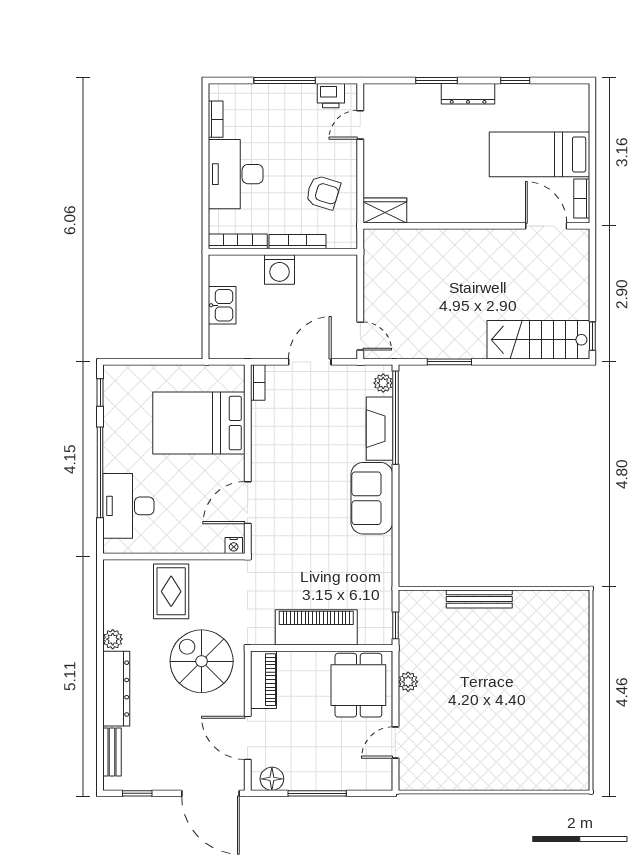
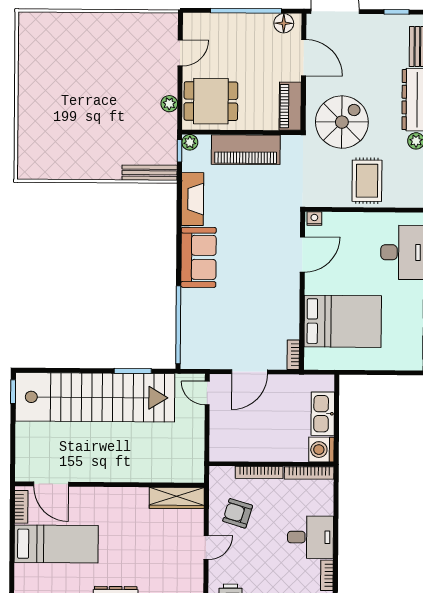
door: (360, 125) -> (206, 547), moved
desk: (236, 174) -> (310, 537), width x0.73
wardrobe: (385, 210) -> (177, 498), width x1.50
washing machine: (280, 269) -> (321, 450), moved, turned -90
kitchen sink: (222, 305) -> (323, 414), width x1.38
stairs: (538, 340) -> (95, 397), width x1.86, depth x1.51
plant: (383, 383) -> (190, 142), moved
fireplace: (380, 429) -> (192, 199), moved
bench: (479, 599) -> (150, 173), moved
spiral stairs: (202, 661) -> (342, 122), turned -90
dining table: (358, 685) -> (211, 101), turned 90
window: (317, 793) -> (246, 11), width x1.46

